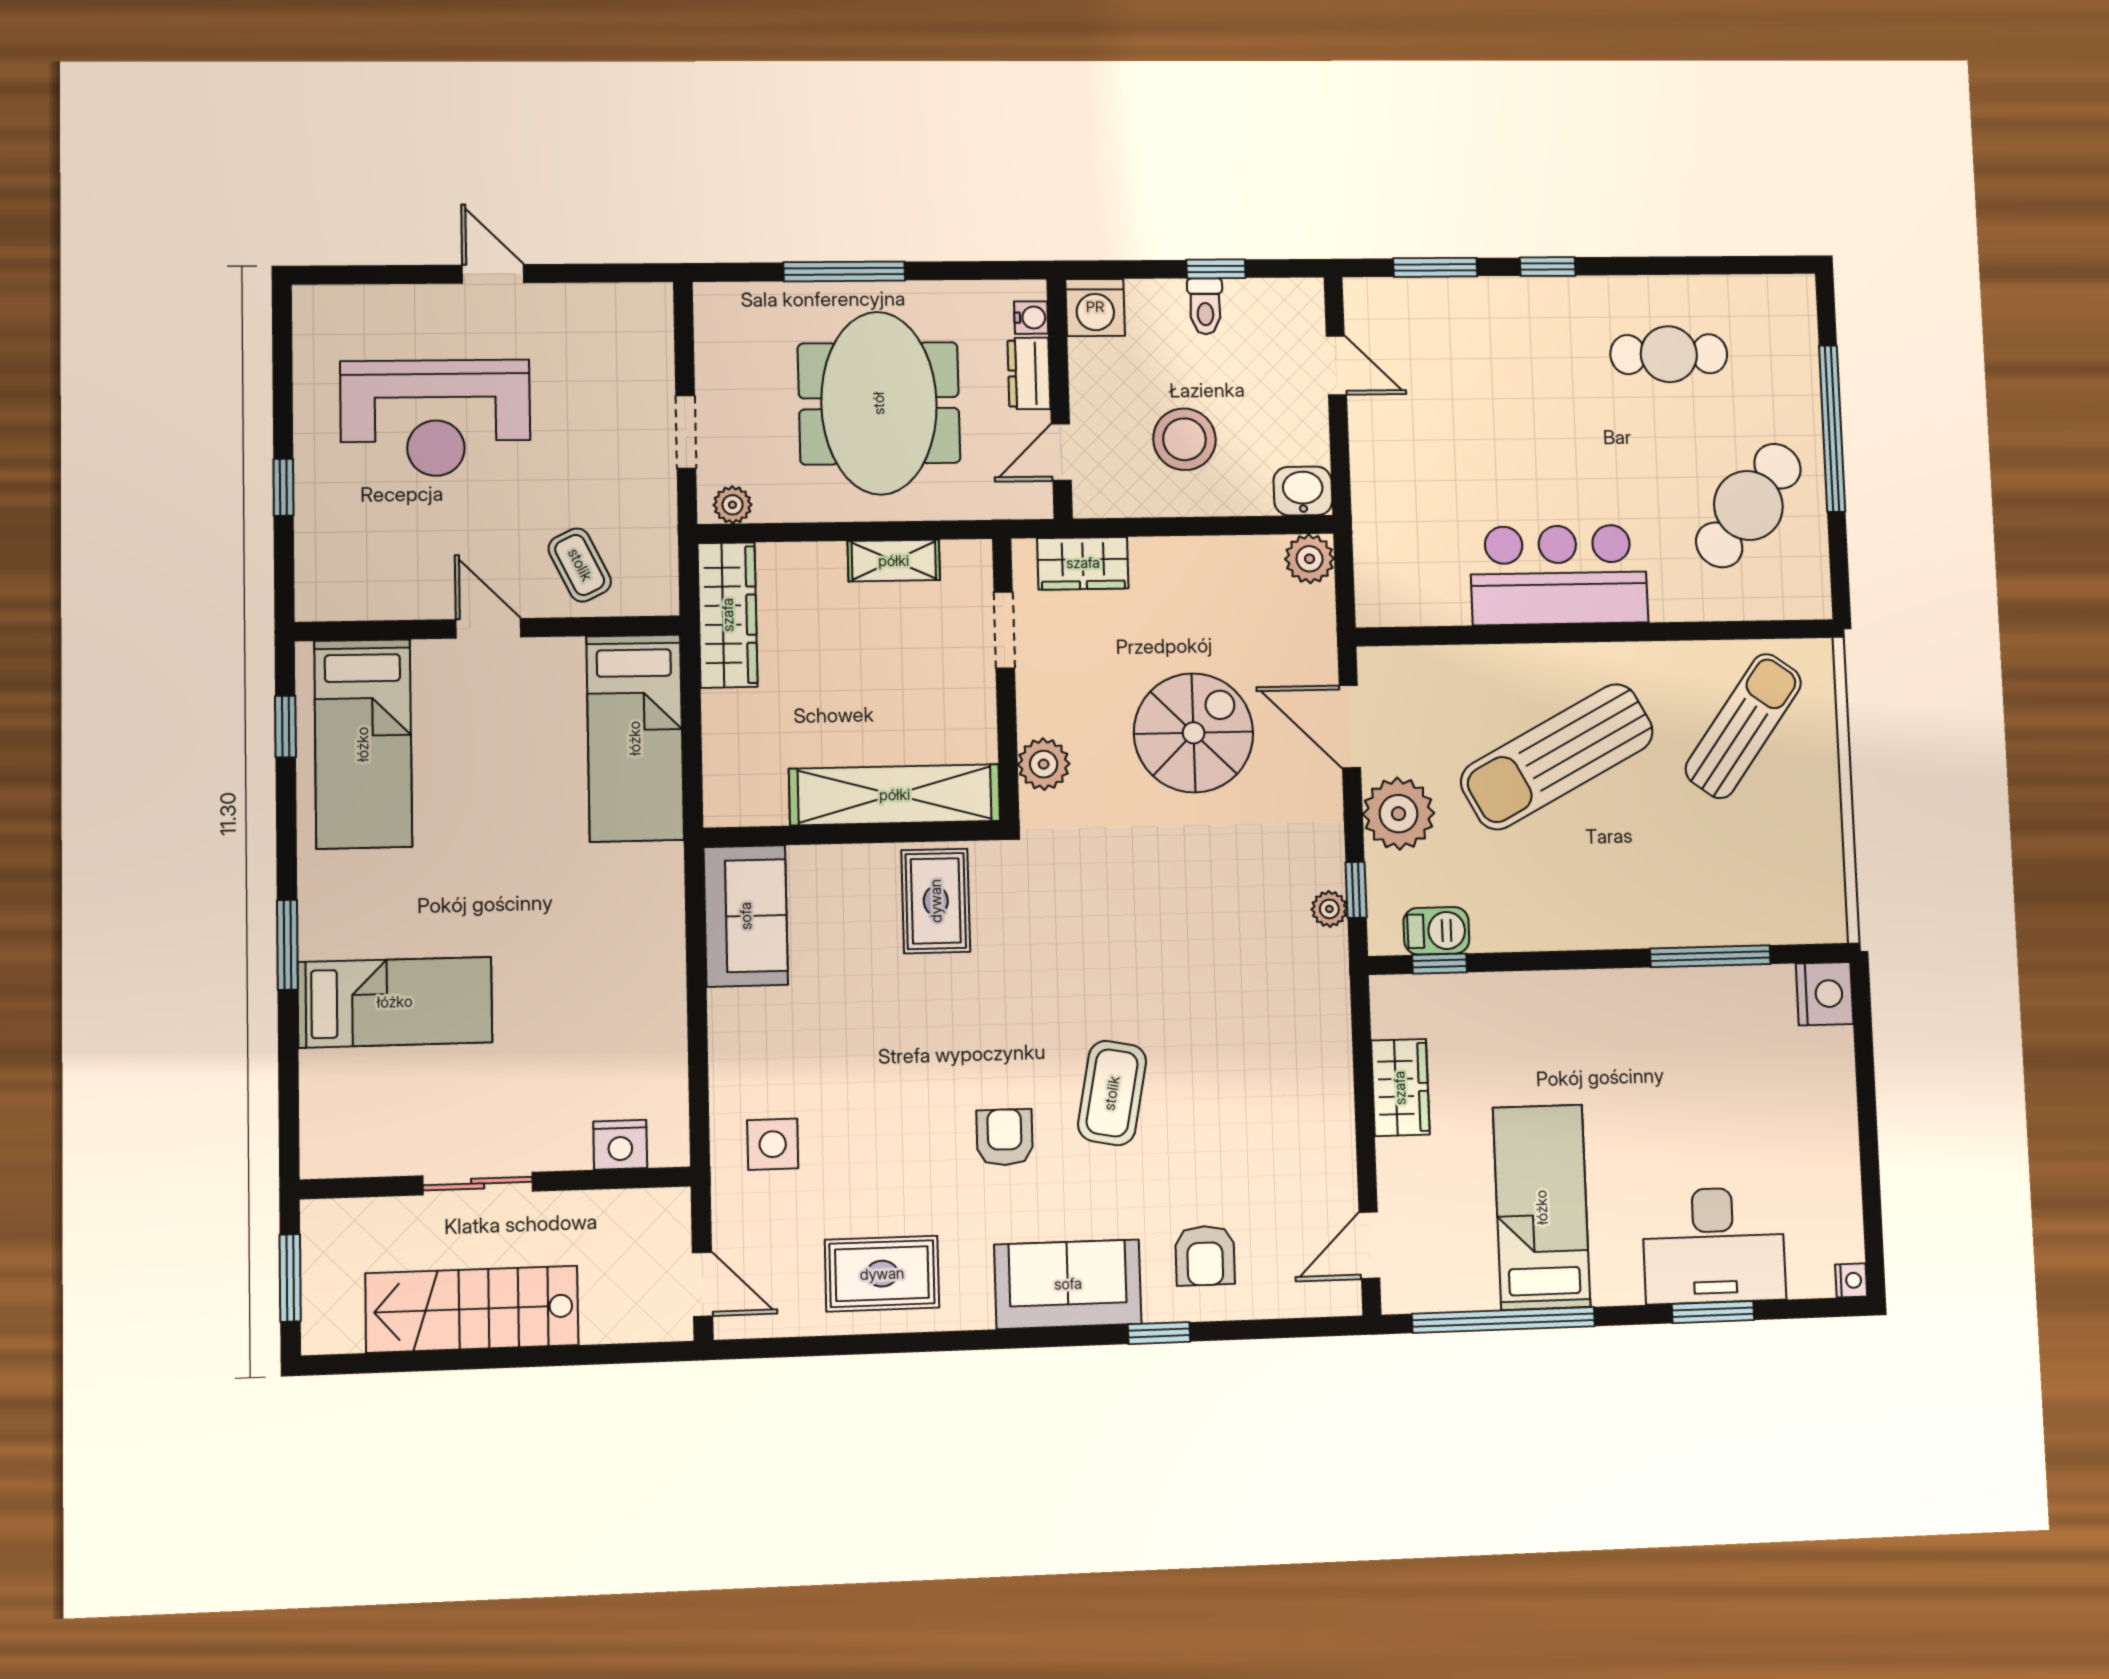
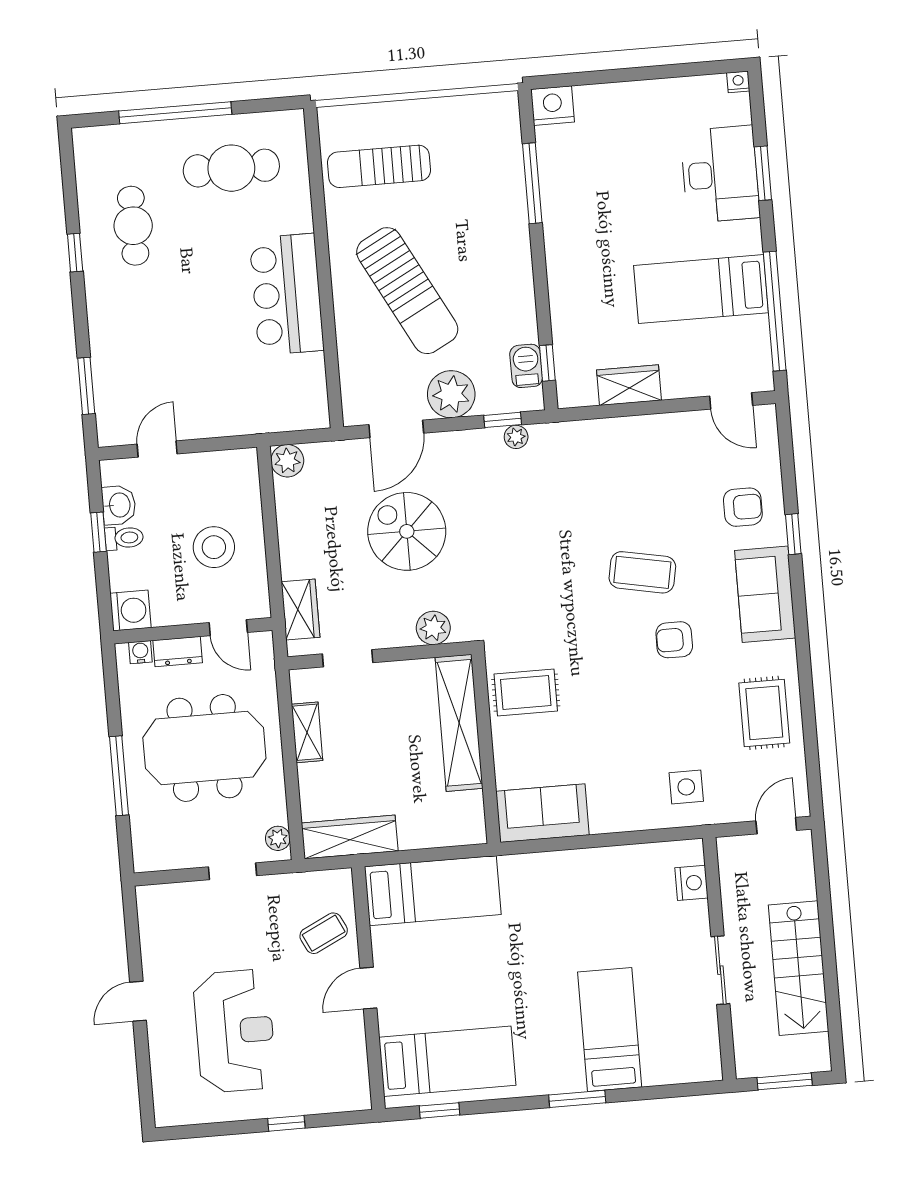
window: (1548, 267) -> (75, 253), moved
washbasin: (1303, 491) -> (119, 505), moved, turned 180
cafe table: (1748, 505) -> (231, 168), turned -39
sun lounger: (1743, 726) -> (379, 166), turned -36

